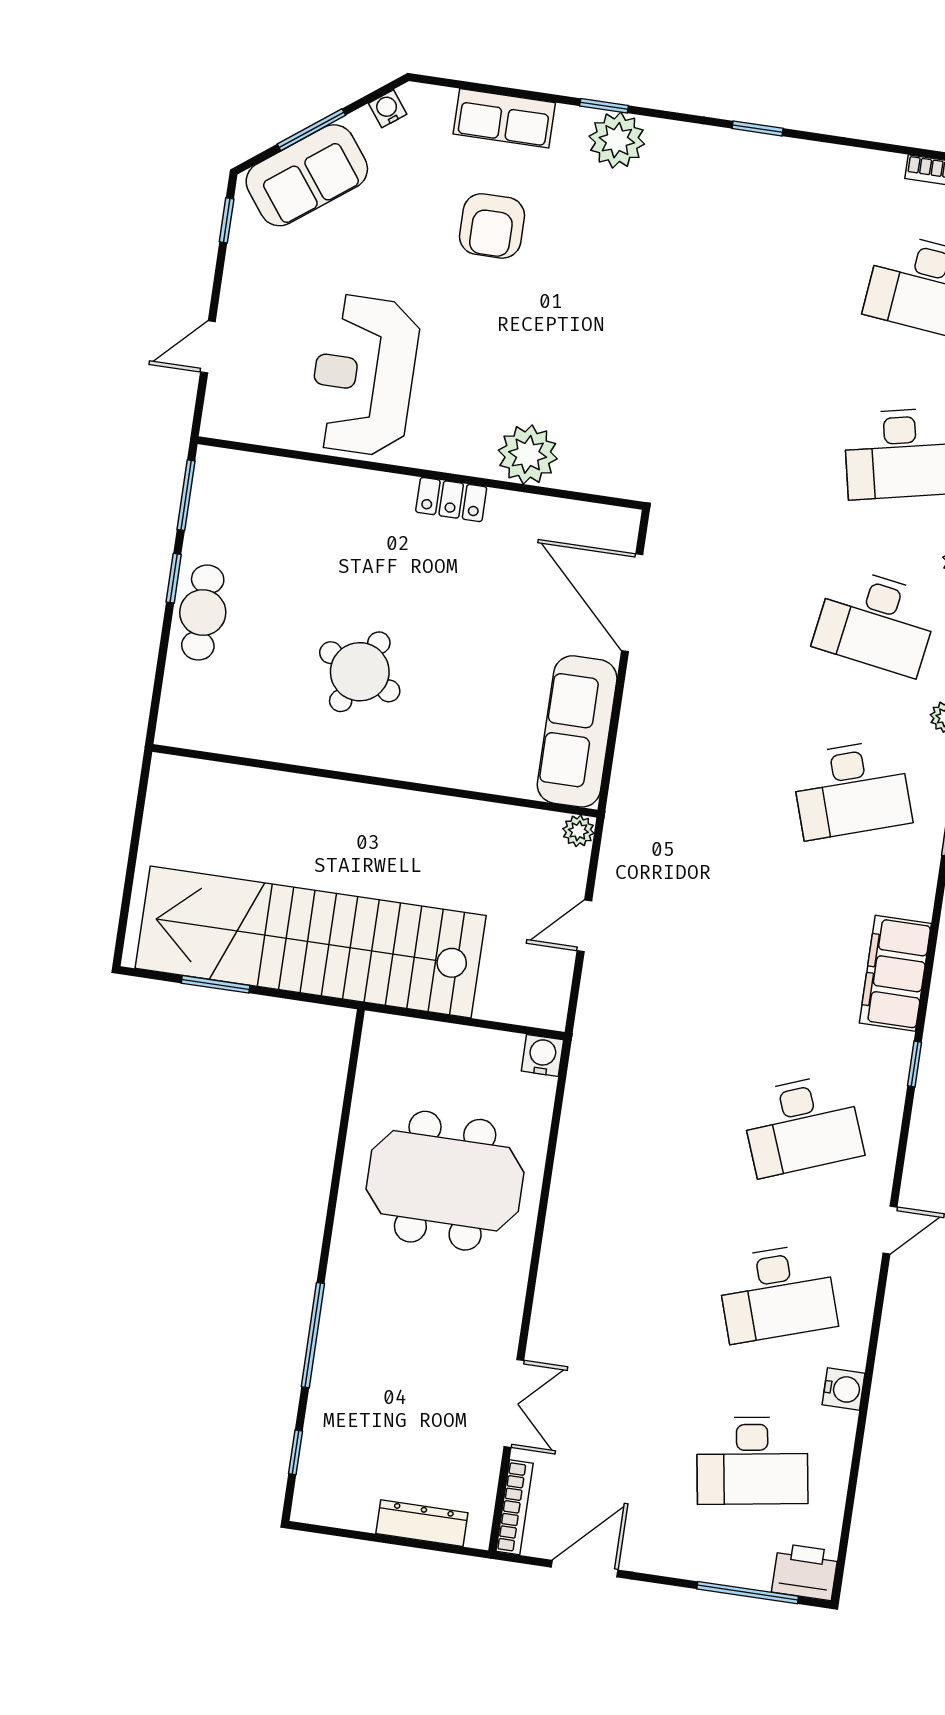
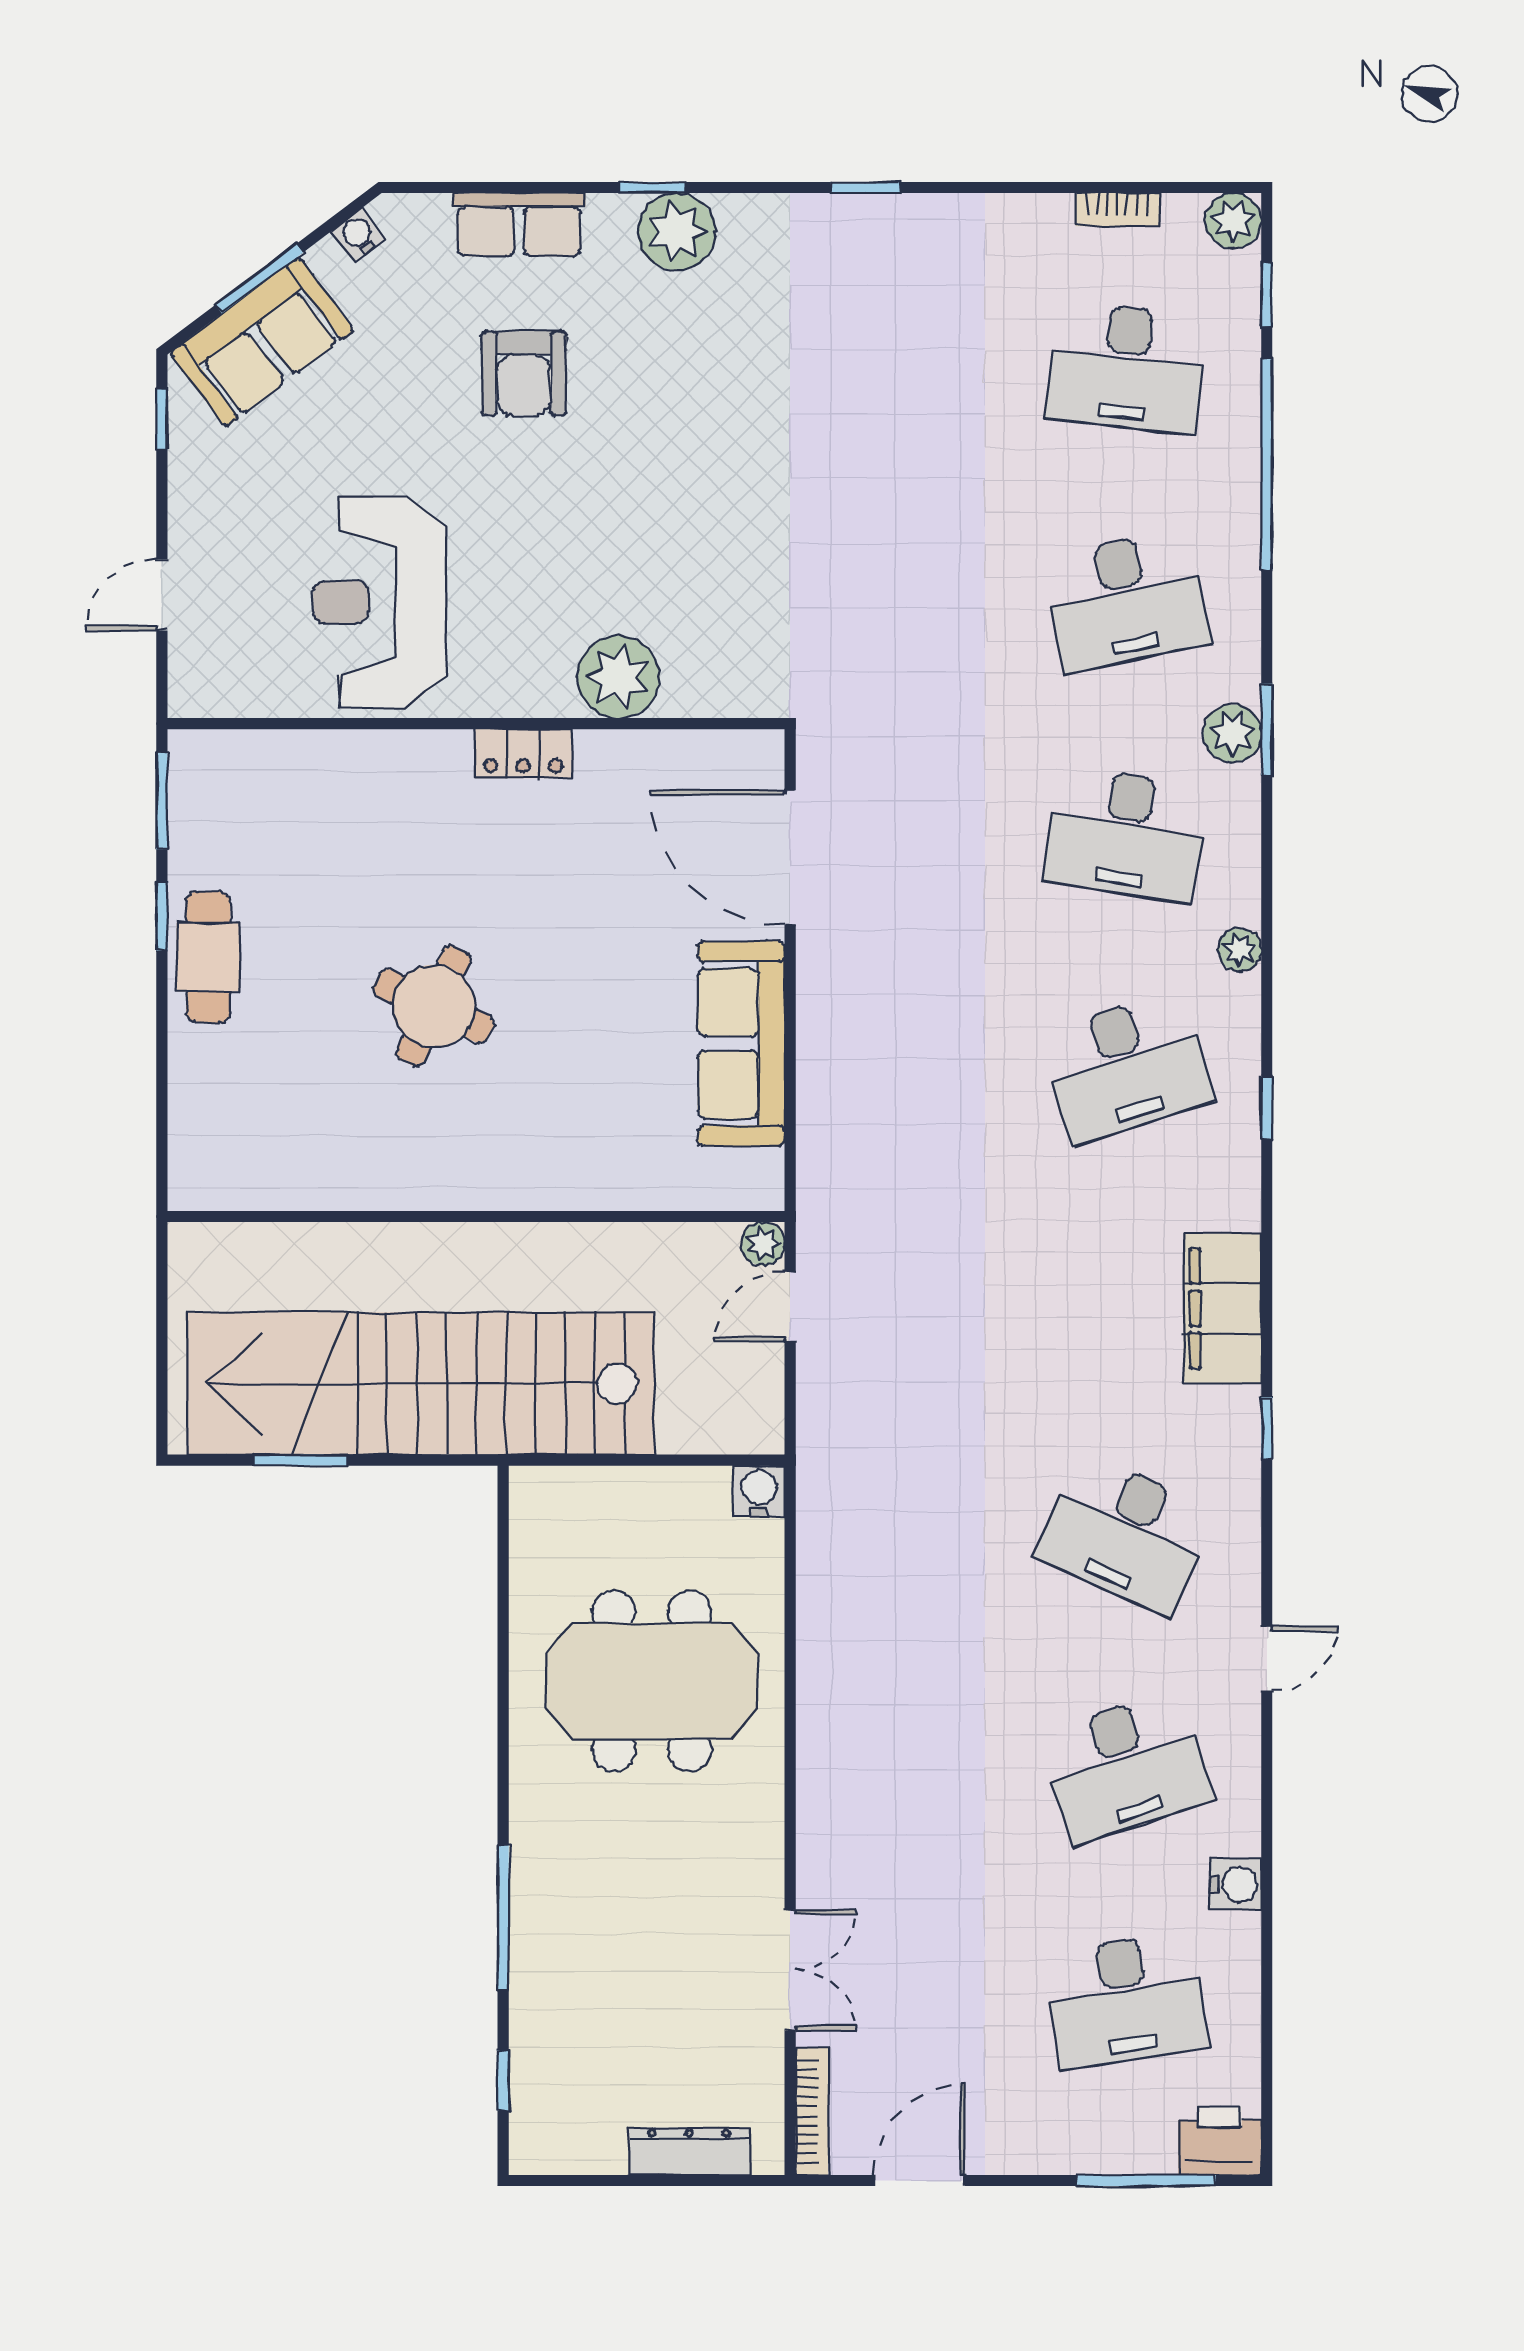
wall: (375, 781) -> (476, 1216), moved
plant: (578, 831) -> (763, 1244), moved
desk: (802, 1125) -> (1126, 1534), turned 45

